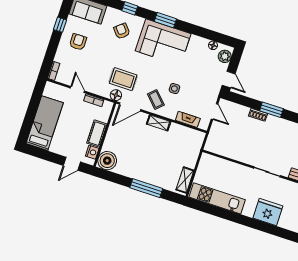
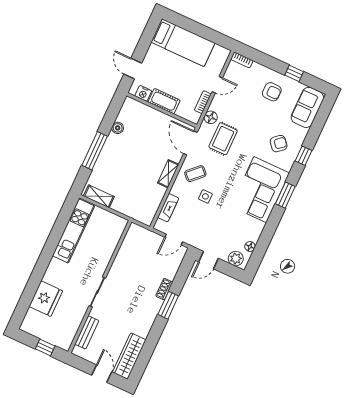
floor lamp: (116, 95) -> (211, 117), moved
boiler: (107, 161) -> (118, 128), moved, width x0.54, depth x0.54
fridge: (268, 212) -> (46, 299), moved

